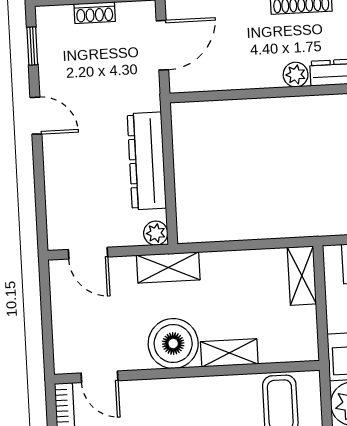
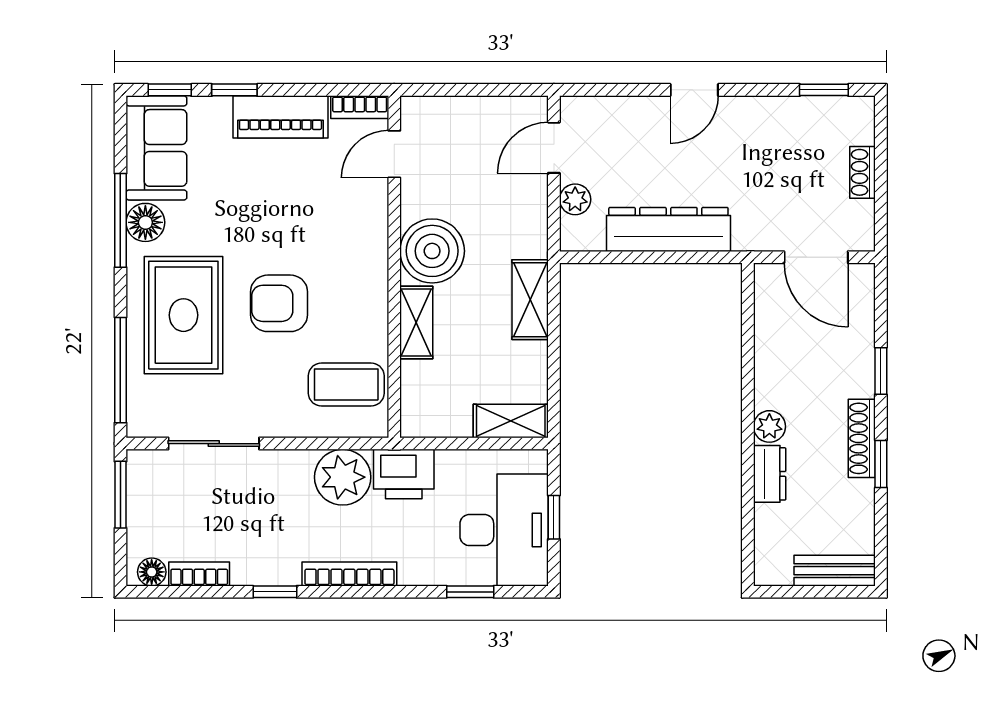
door: (36, 116) -> (694, 90), moved
plant: (156, 233) -> (575, 199), moved
shelving: (168, 267) -> (530, 300), moved

